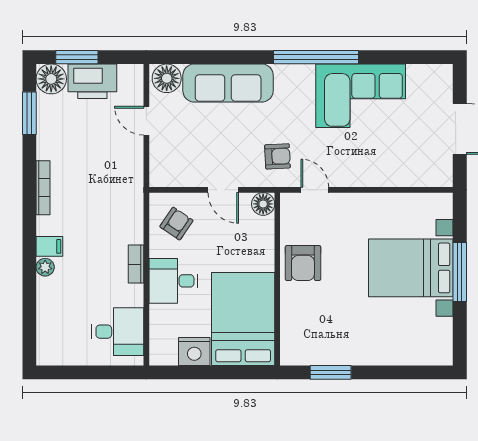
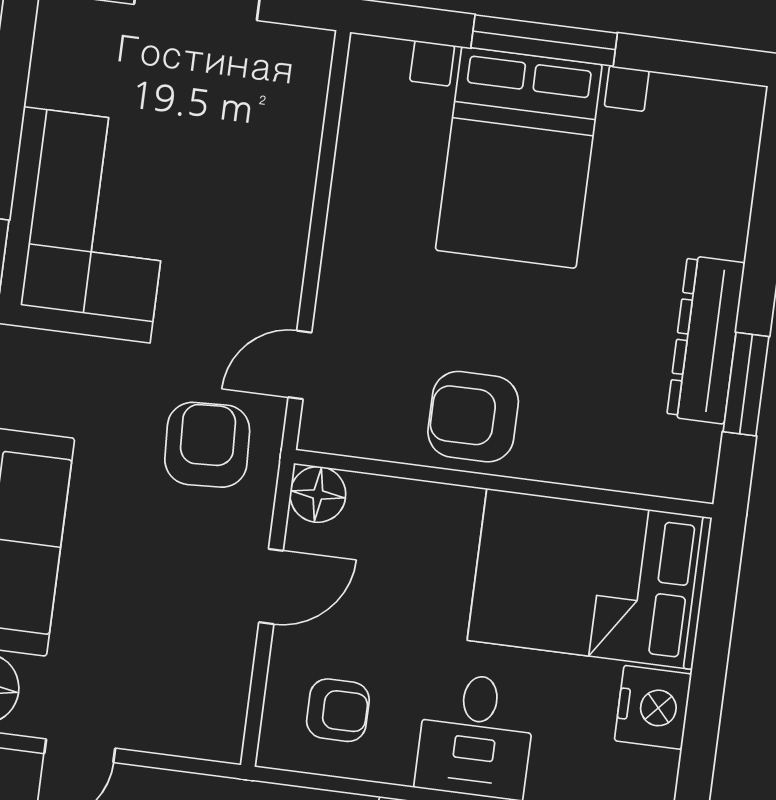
armchair: (277, 156) -> (207, 445), width x1.38, depth x1.38
armchair: (176, 224) -> (338, 710), turned 146
armchair: (303, 263) -> (473, 417), turned 180
dresser: (347, 354) -> (706, 340), added

